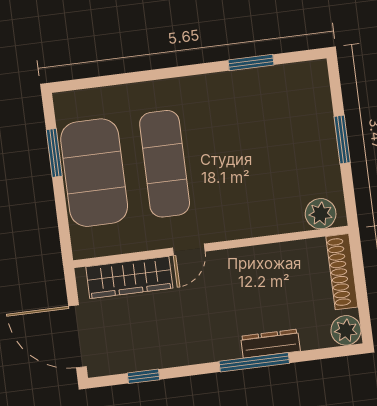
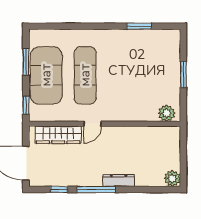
window: (64, 231) -> (26, 105), added
shoe rack: (342, 272) -> (174, 146), removed
dresser: (270, 344) -> (119, 180), moved
window: (254, 362) -> (96, 189), moved

